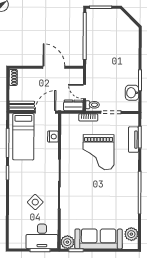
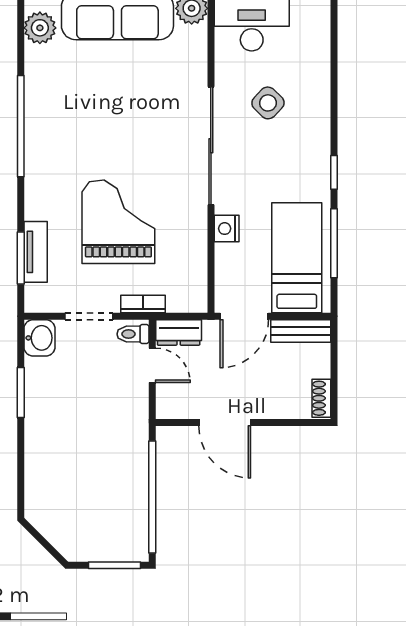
washbasin: (132, 93) -> (39, 338), moved
nightstand: (53, 137) -> (227, 229), moved

